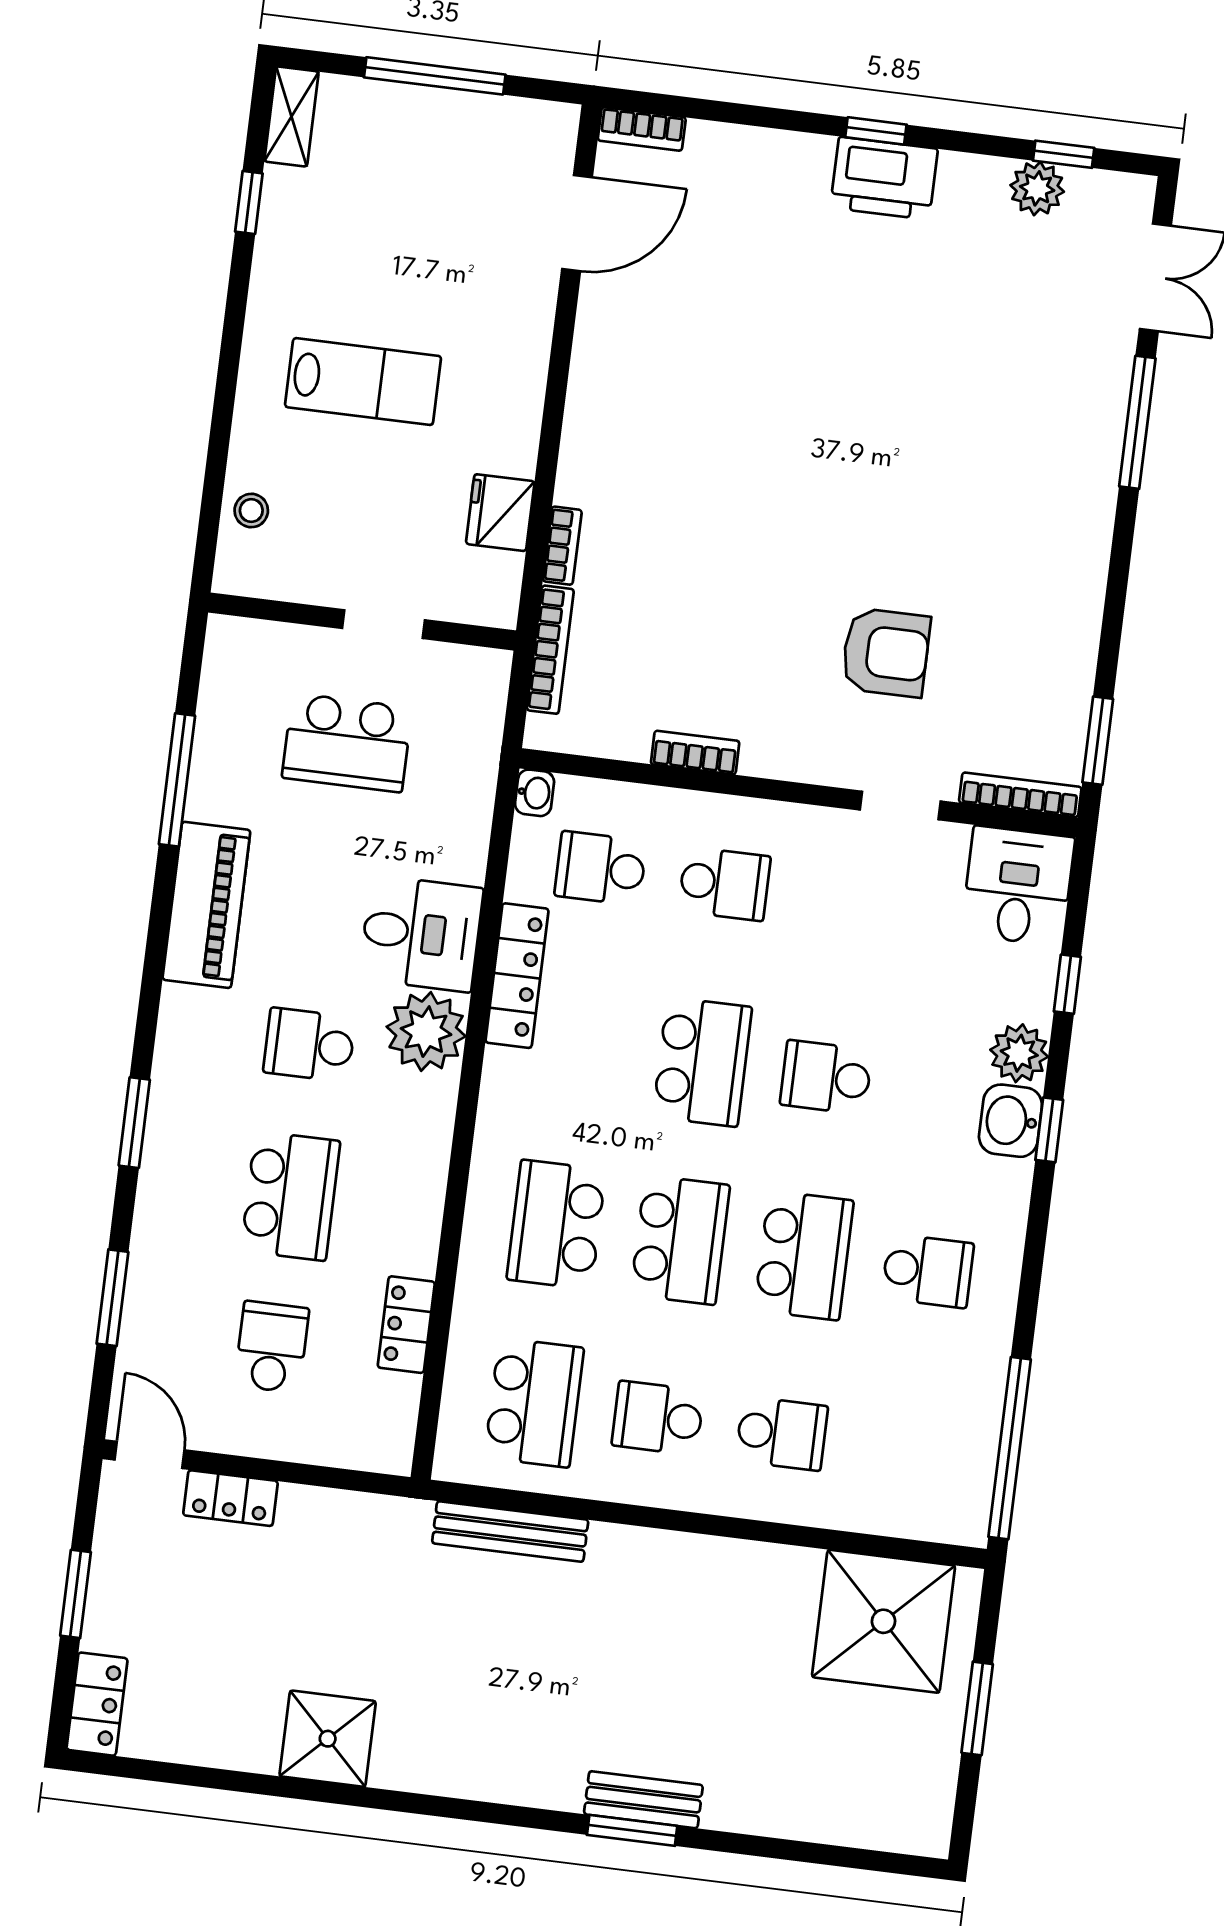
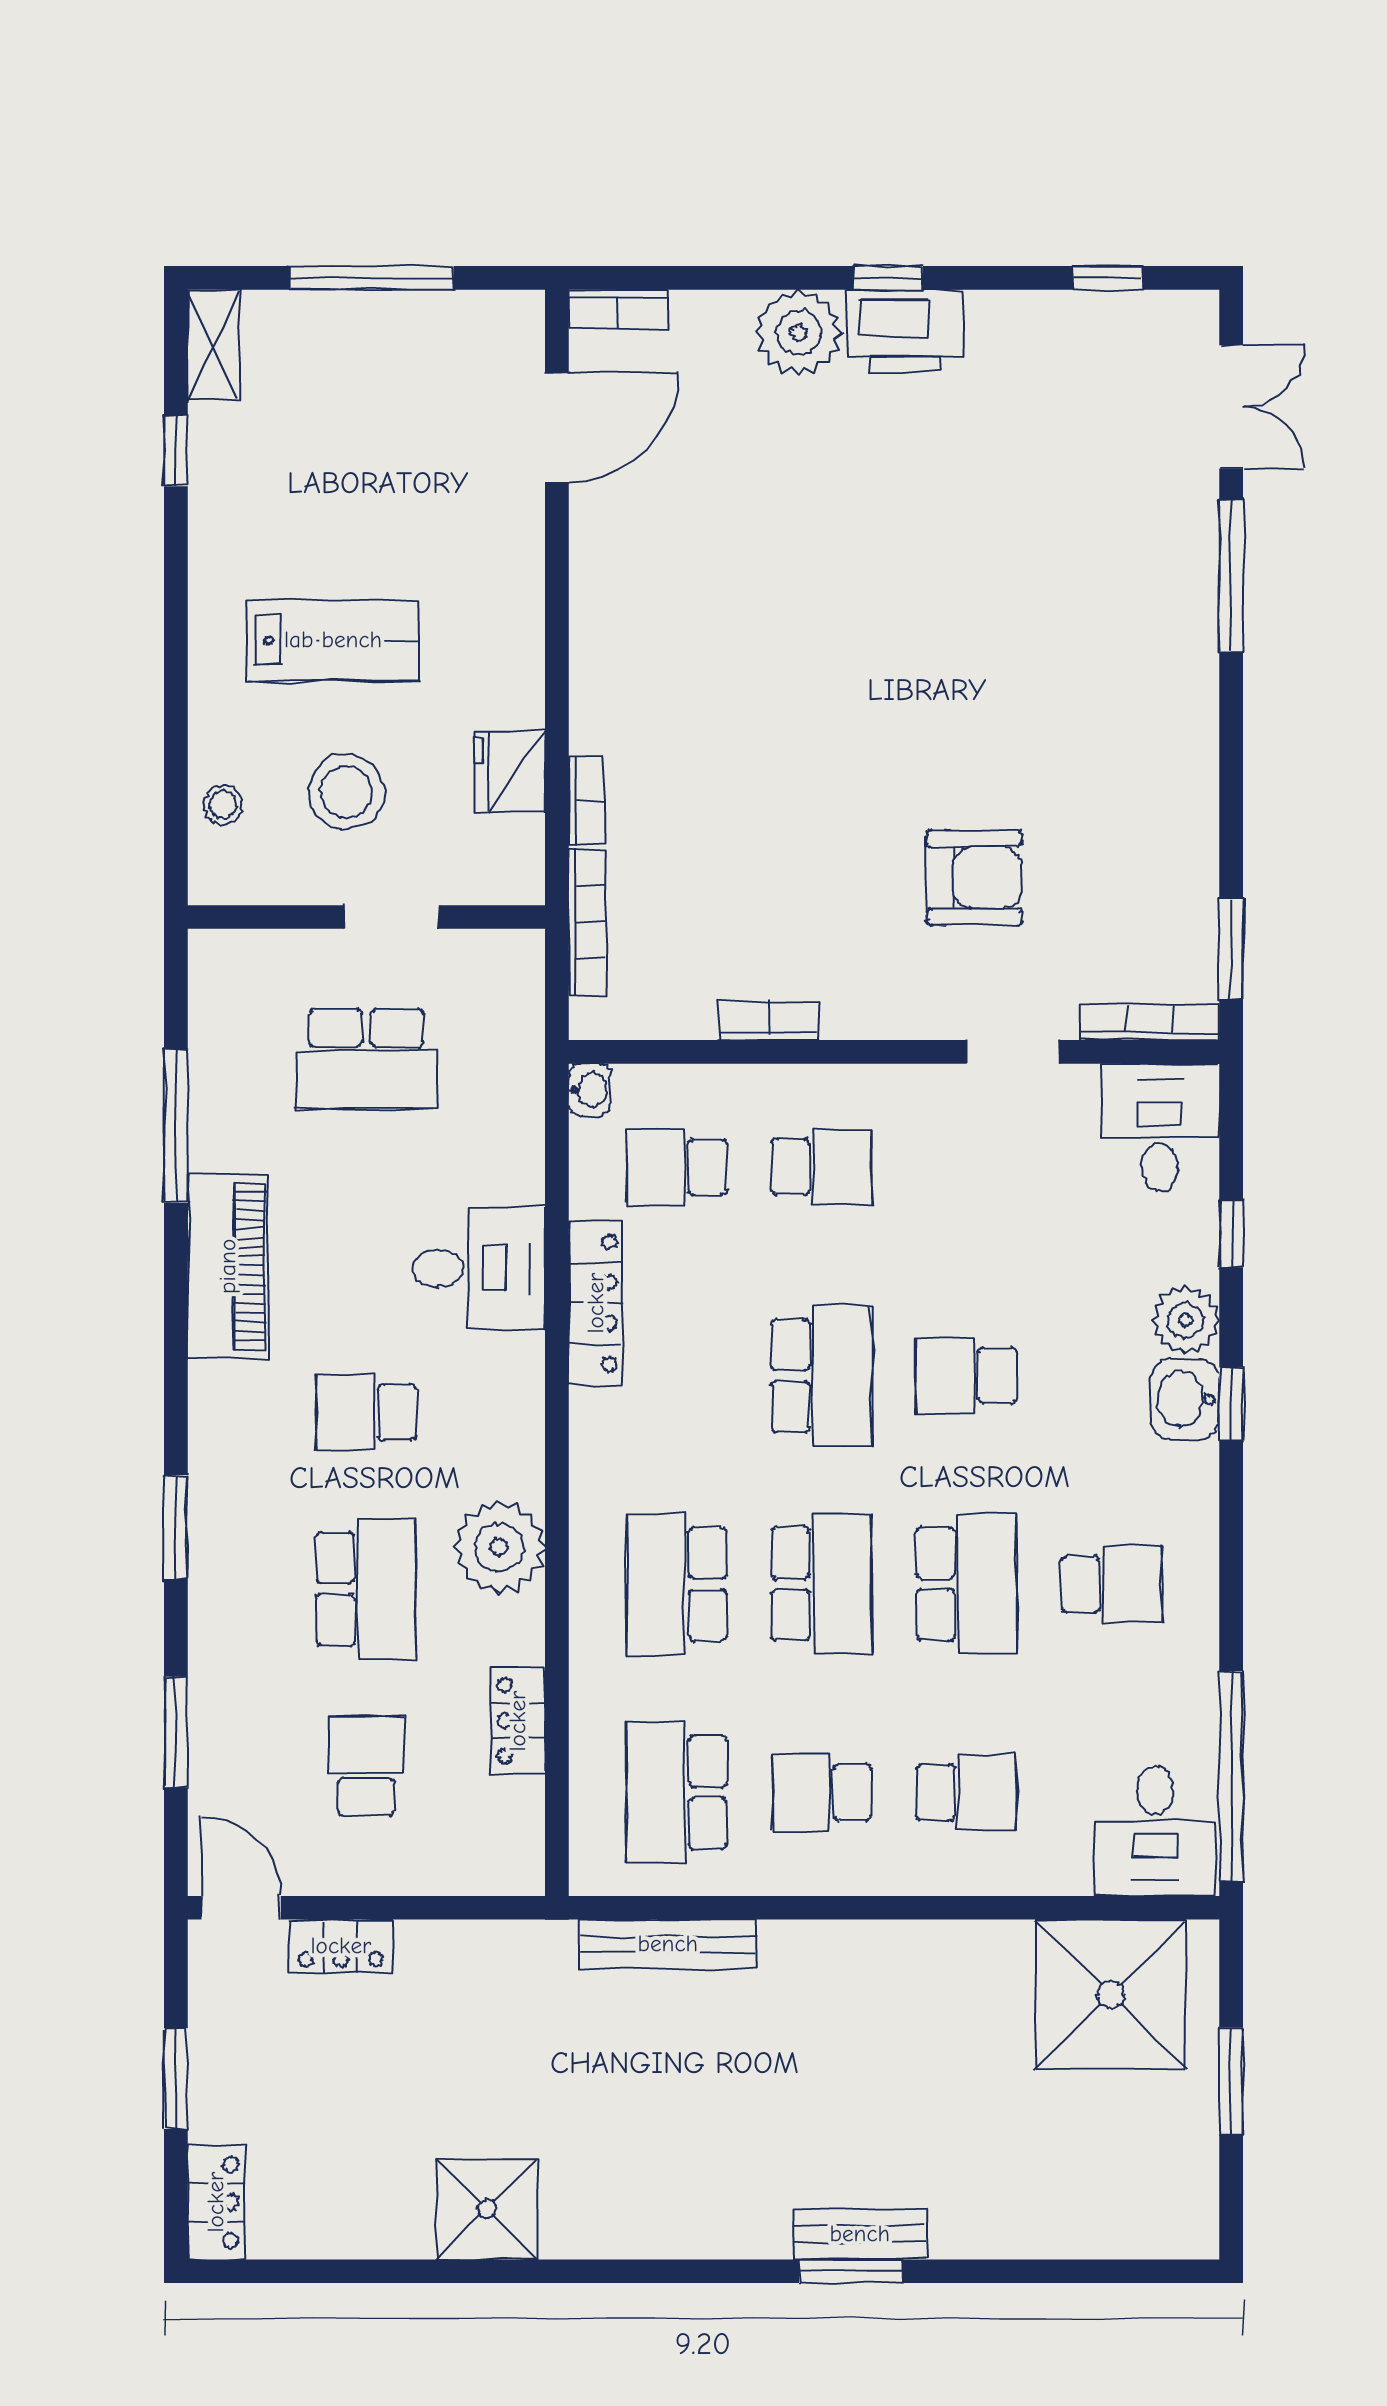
plant: (1037, 188) -> (799, 333), moved, width x1.36, depth x1.36
stool: (358, 512) -> (346, 792), added
plant: (426, 1032) -> (499, 1547), moved
school desk: (534, 1403) -> (677, 1792), turned 180
desk: (939, 1487) -> (1155, 1831), added

